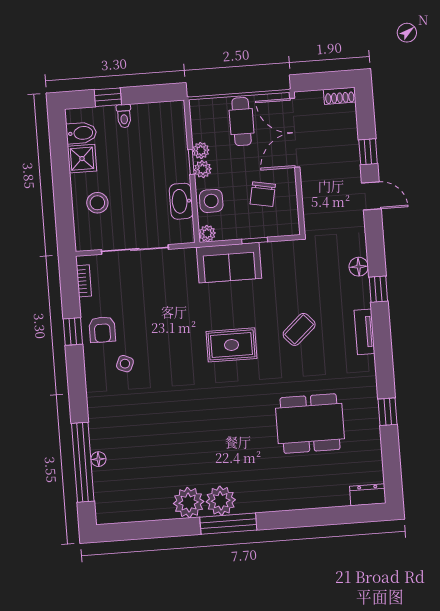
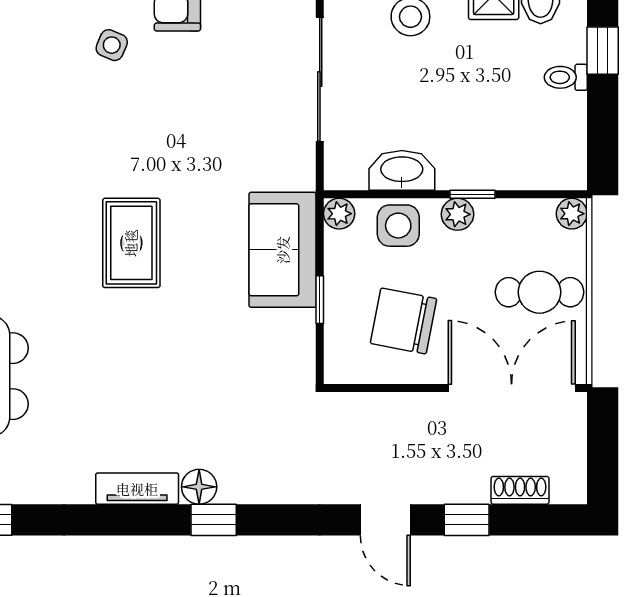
shoe rack: (340, 96) -> (520, 490), moved, turned 90
plant: (201, 150) -> (572, 214), moved
chair: (263, 194) -> (403, 321), width x1.37, depth x1.37
door: (371, 196) -> (385, 520), hinge flipped
floor lamp: (359, 267) -> (199, 487), moved
coffee table: (299, 329) -> (150, 369), removed

